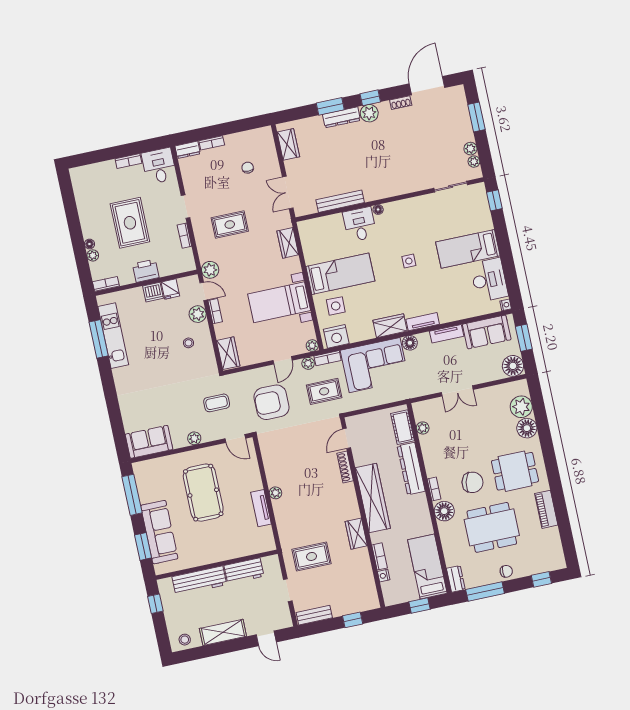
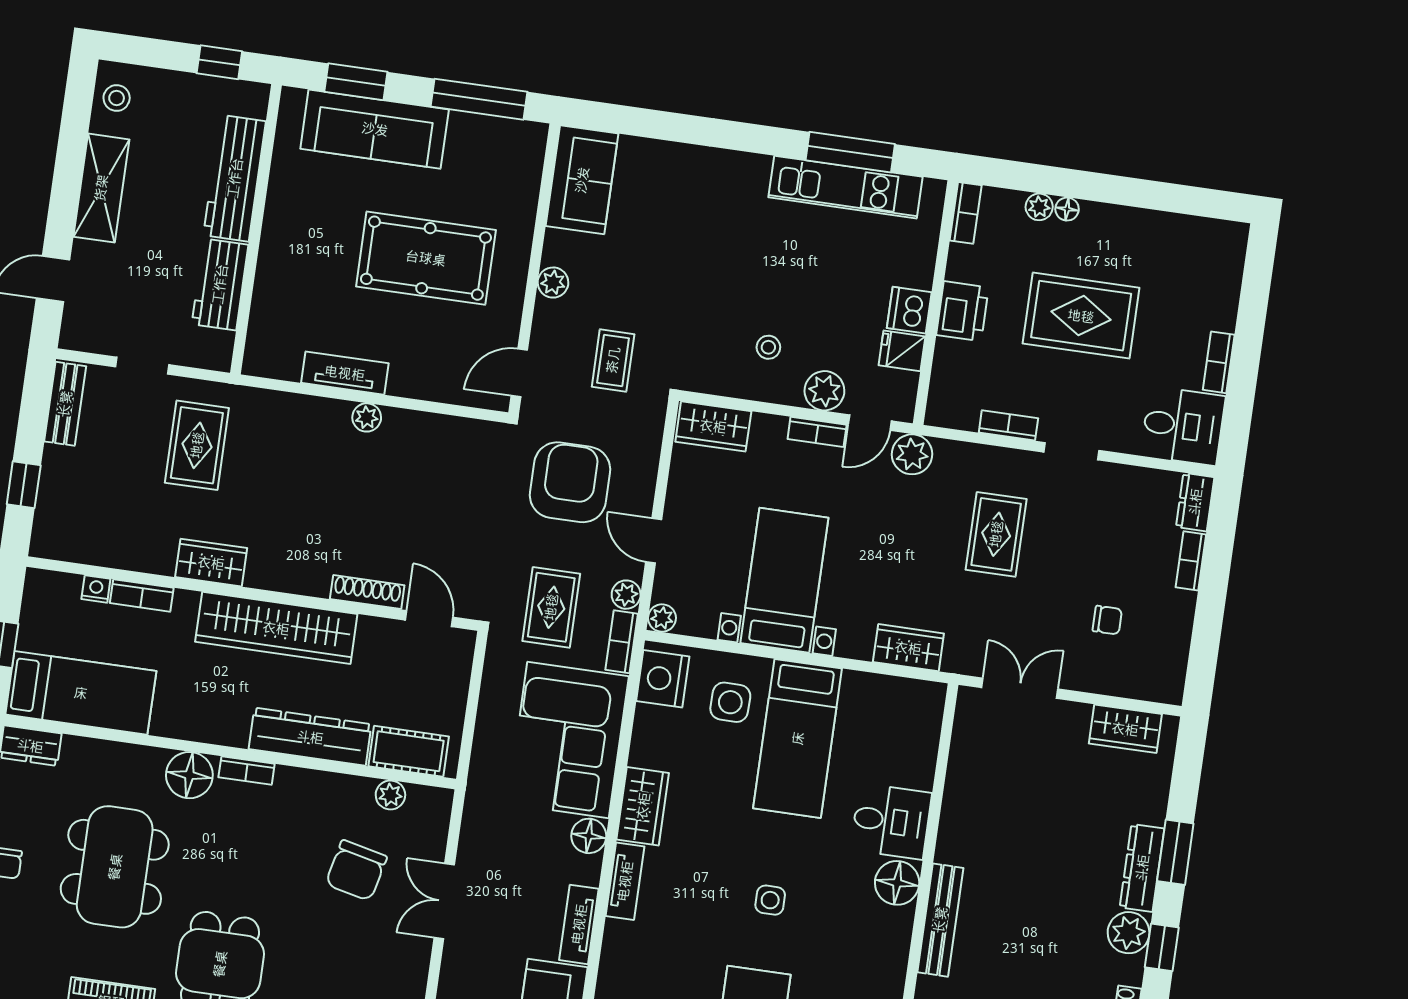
bench: (340, 201) -> (940, 920), moved
floor lamp: (378, 209) -> (897, 883), width x1.89, depth x1.89
chair: (473, 482) -> (356, 870), moved

